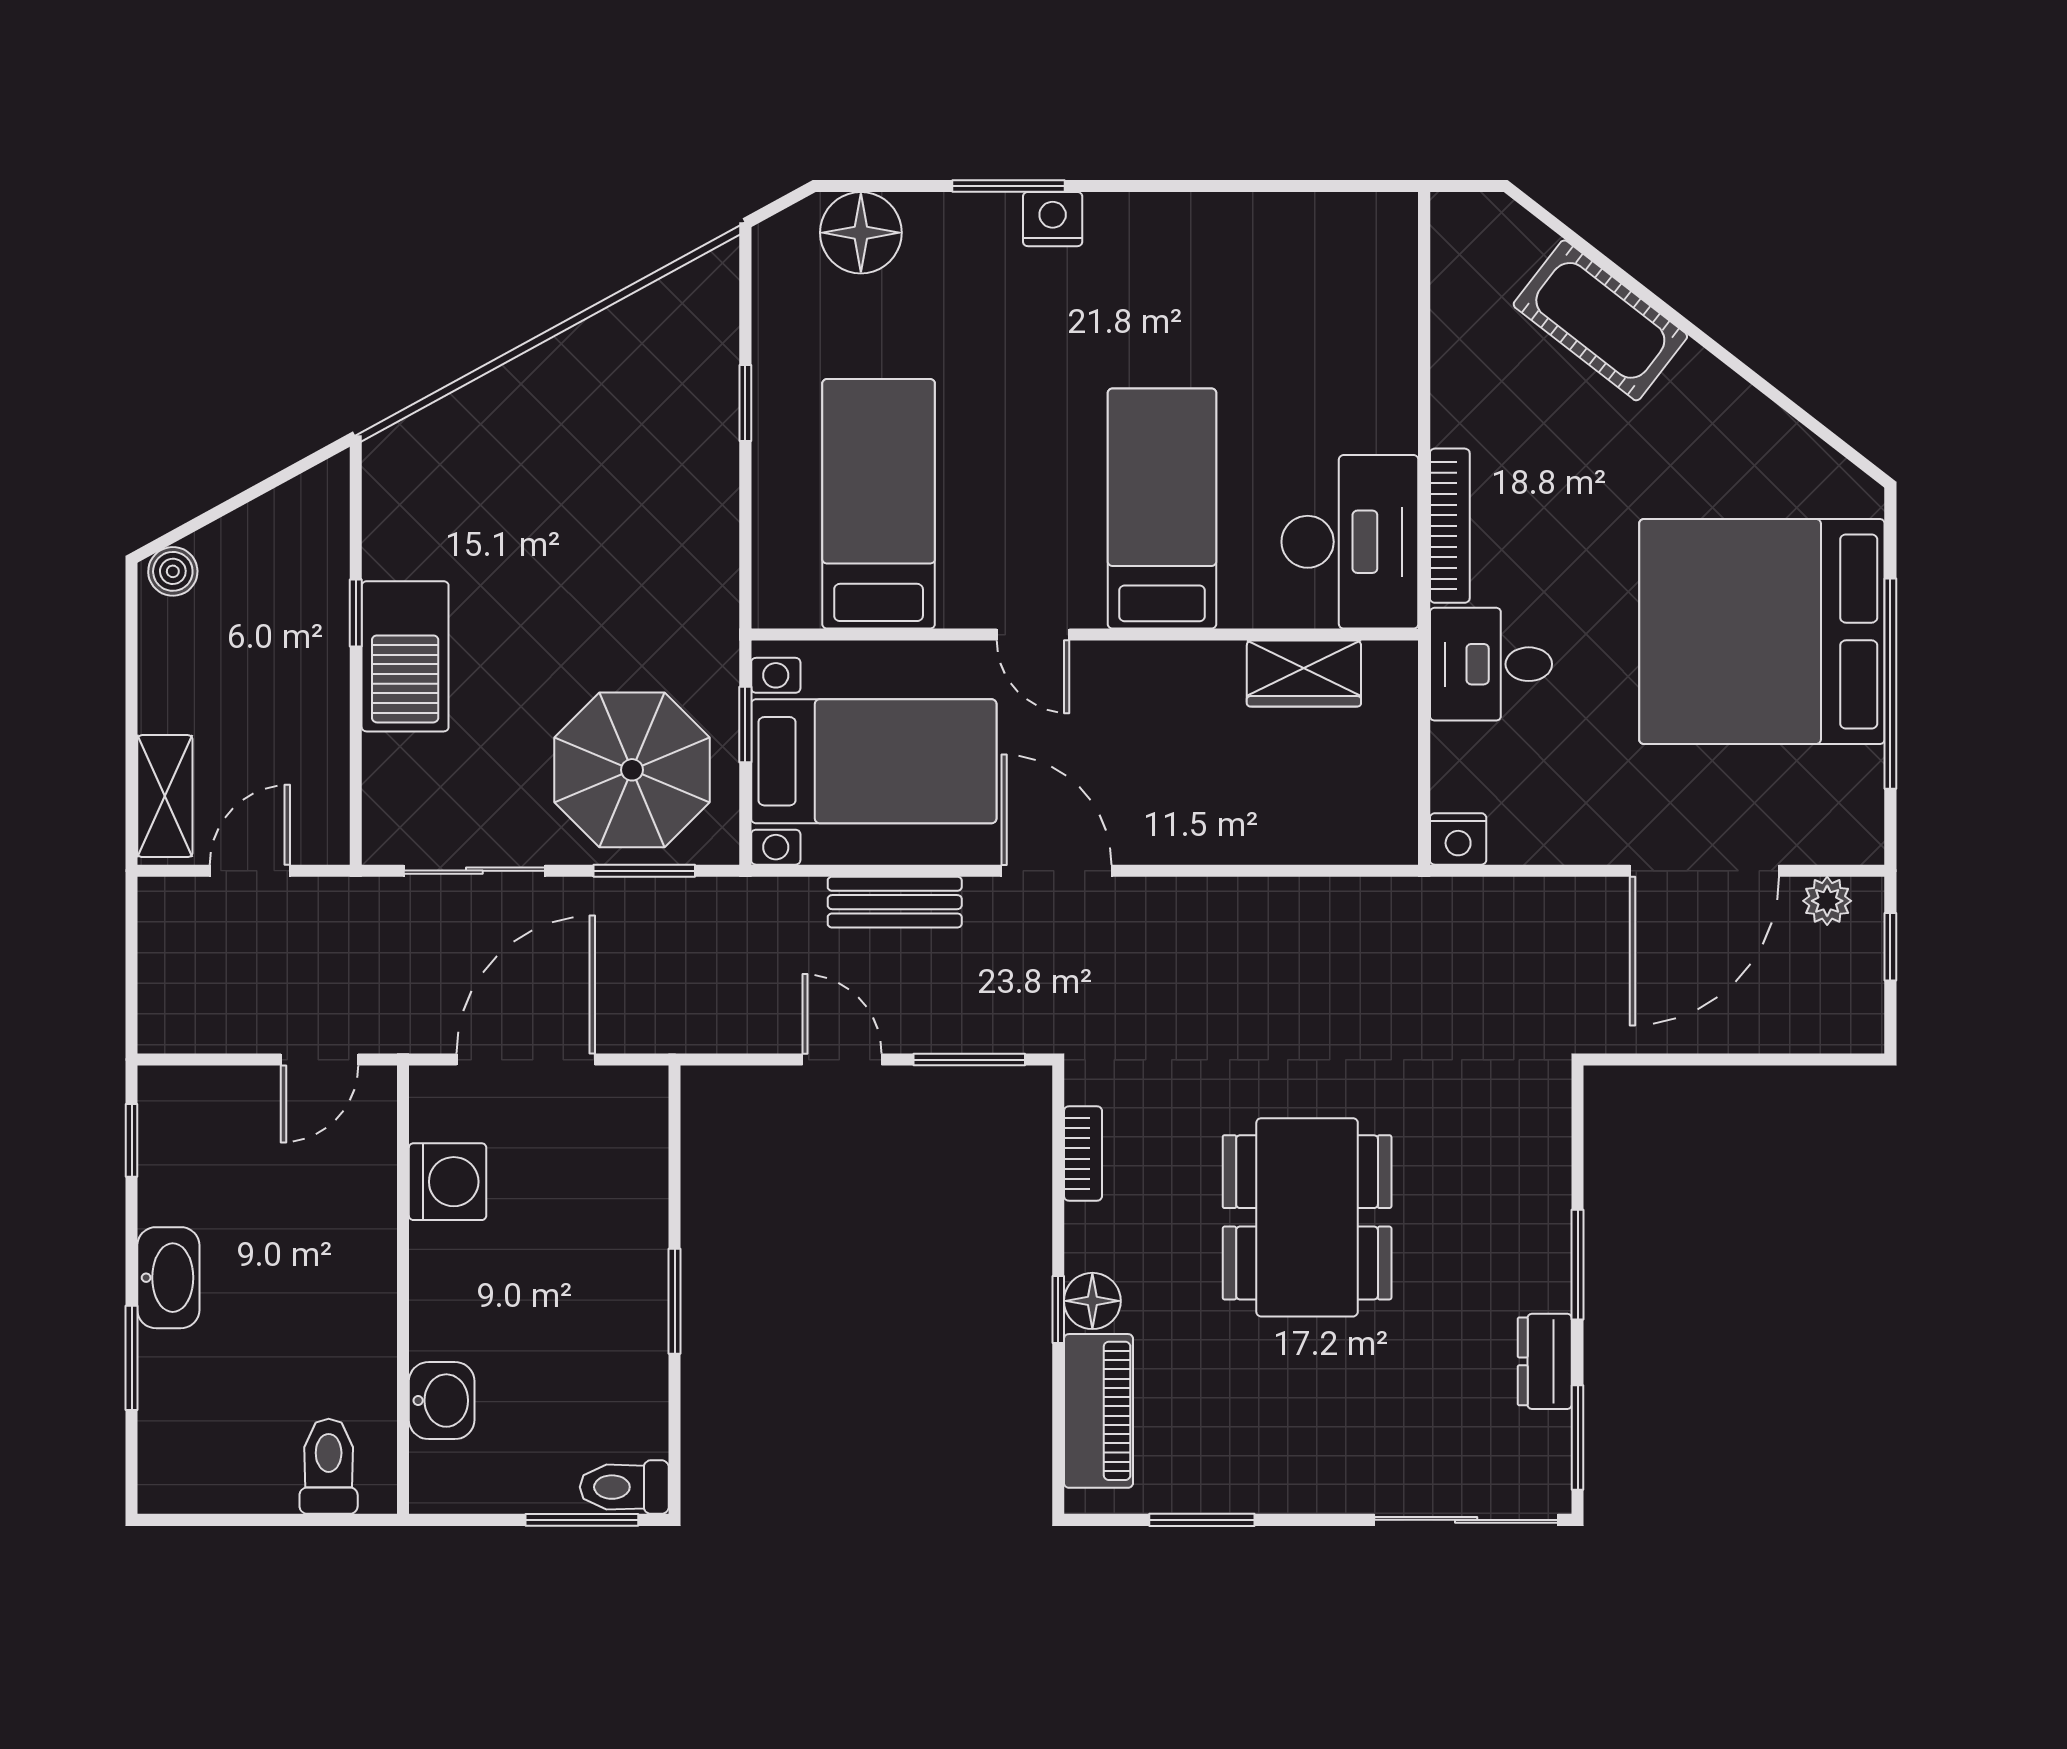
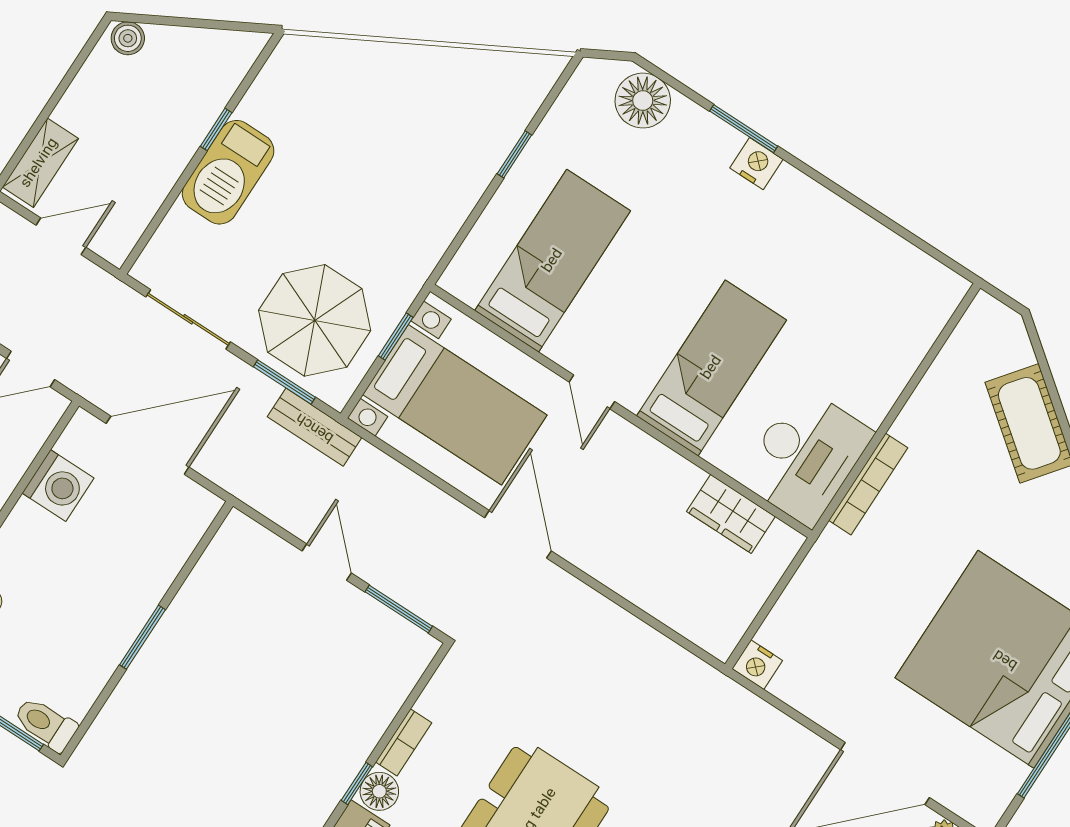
desk: (1491, 664) -> (840, 578), removed
bench: (895, 902) -> (315, 427), moved
bookcase: (1083, 1153) -> (404, 742), moved

